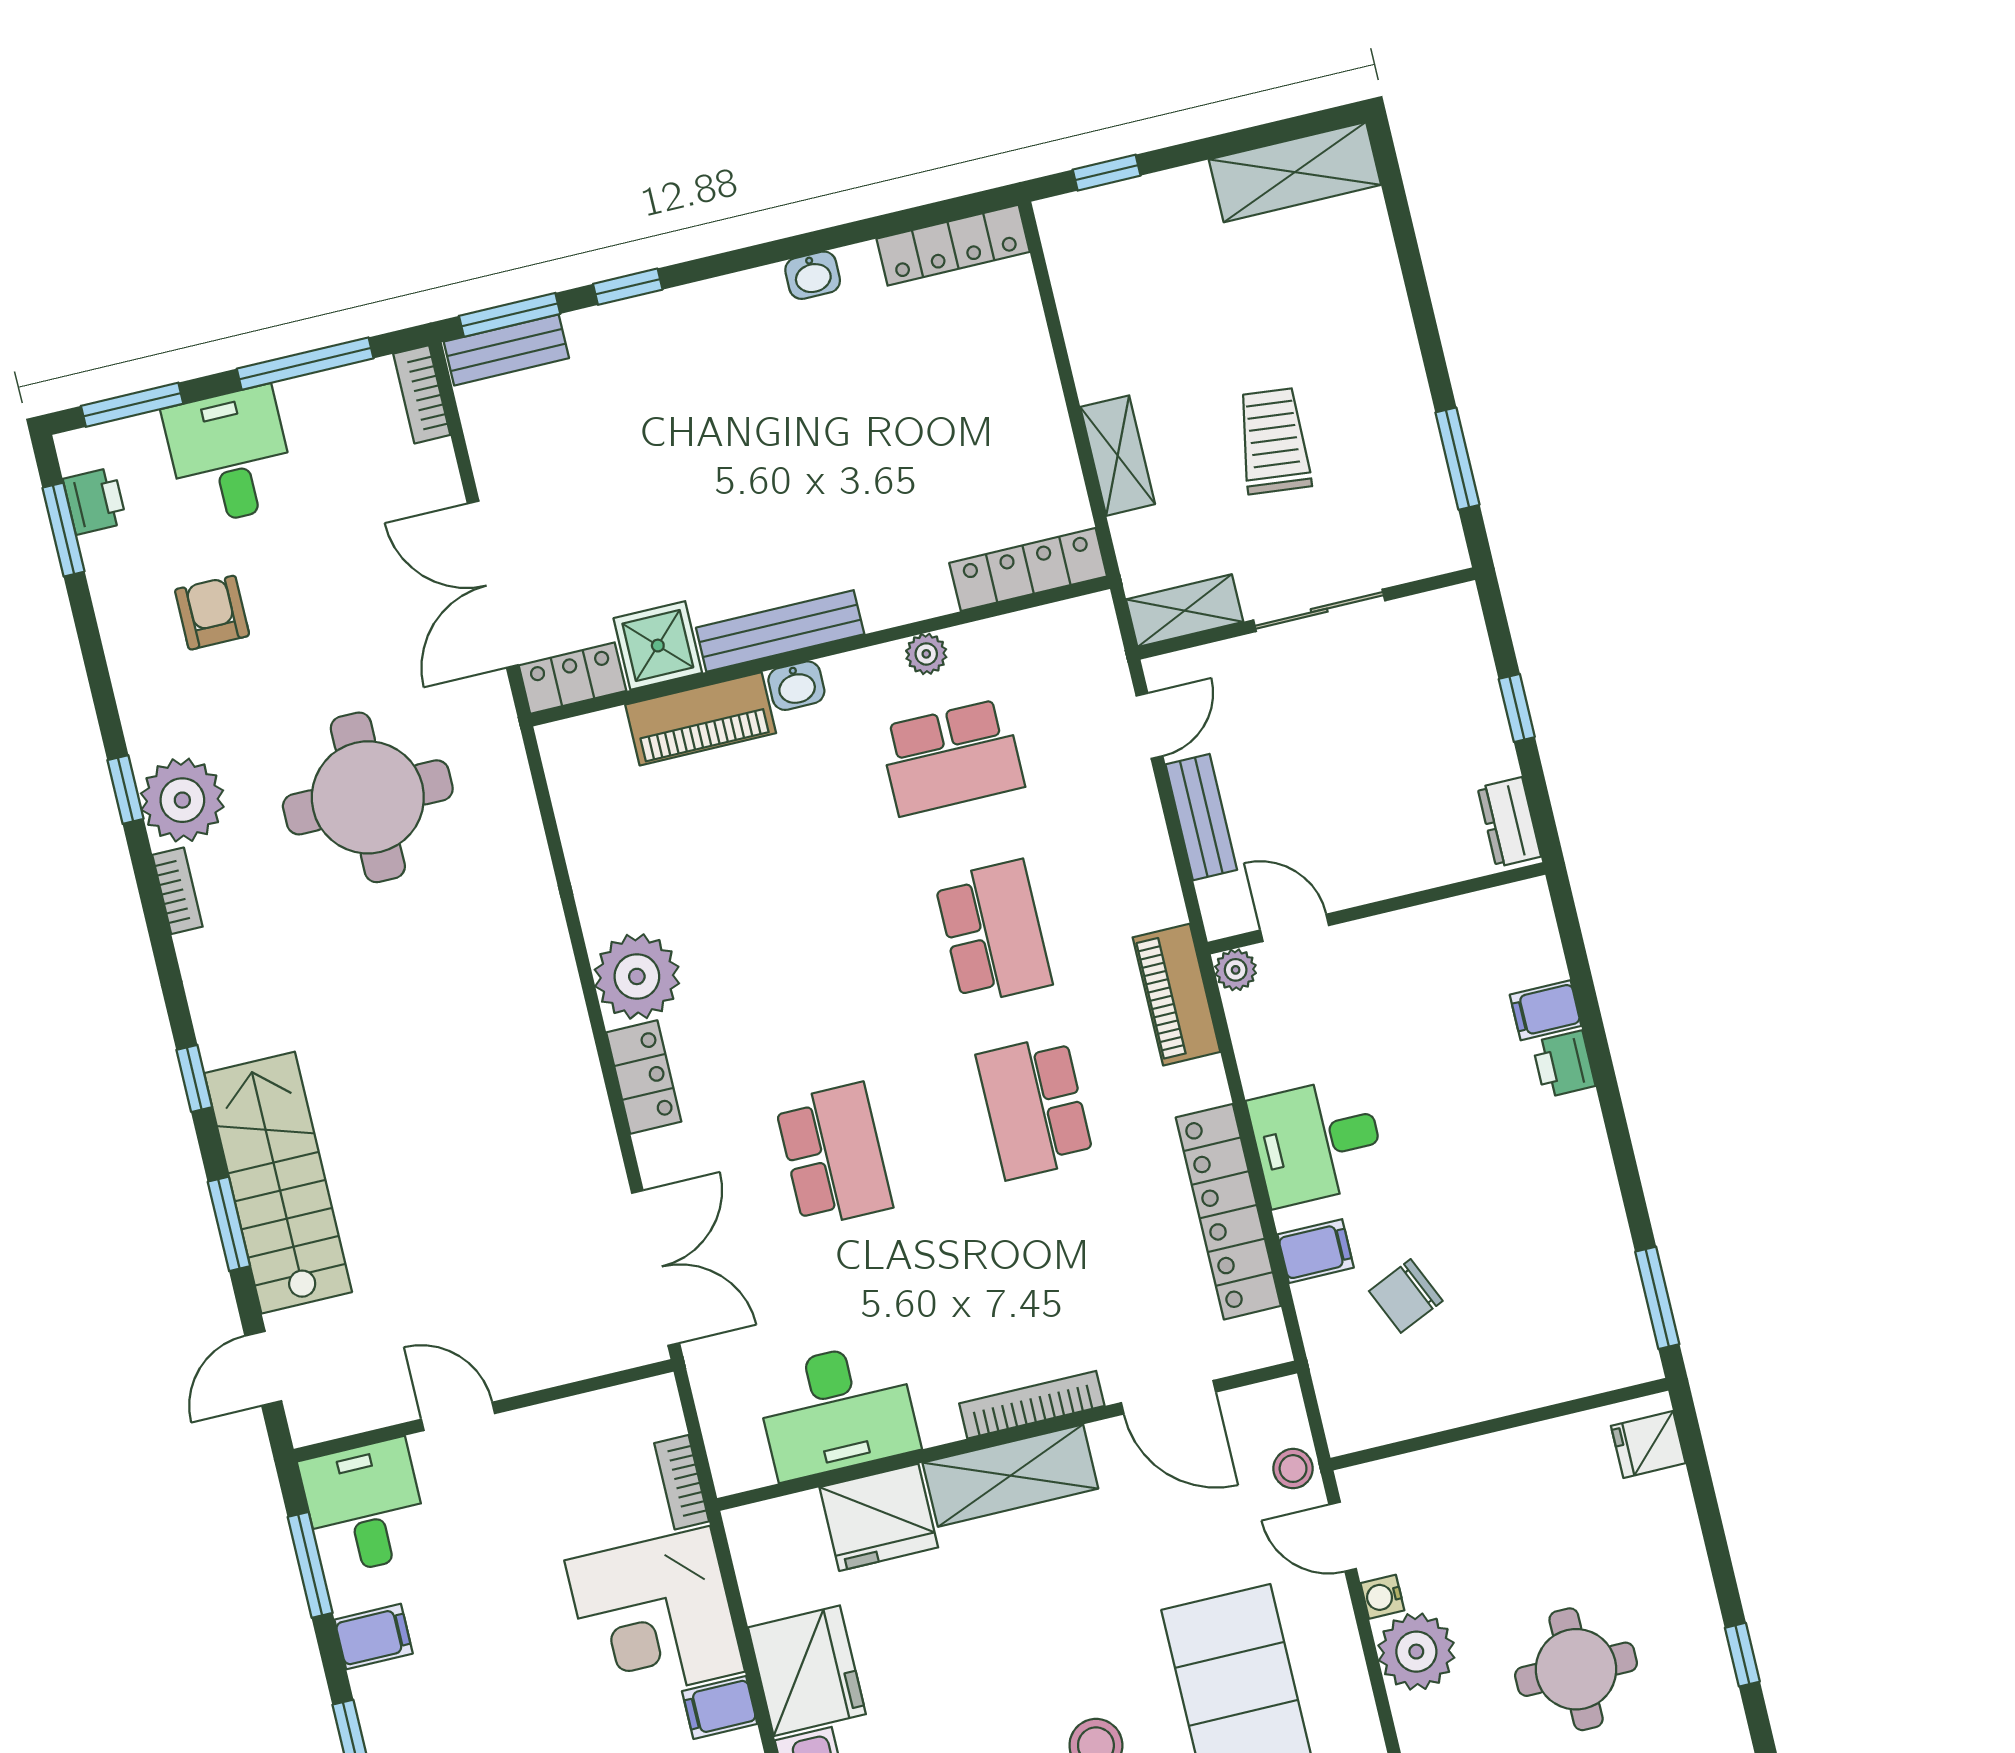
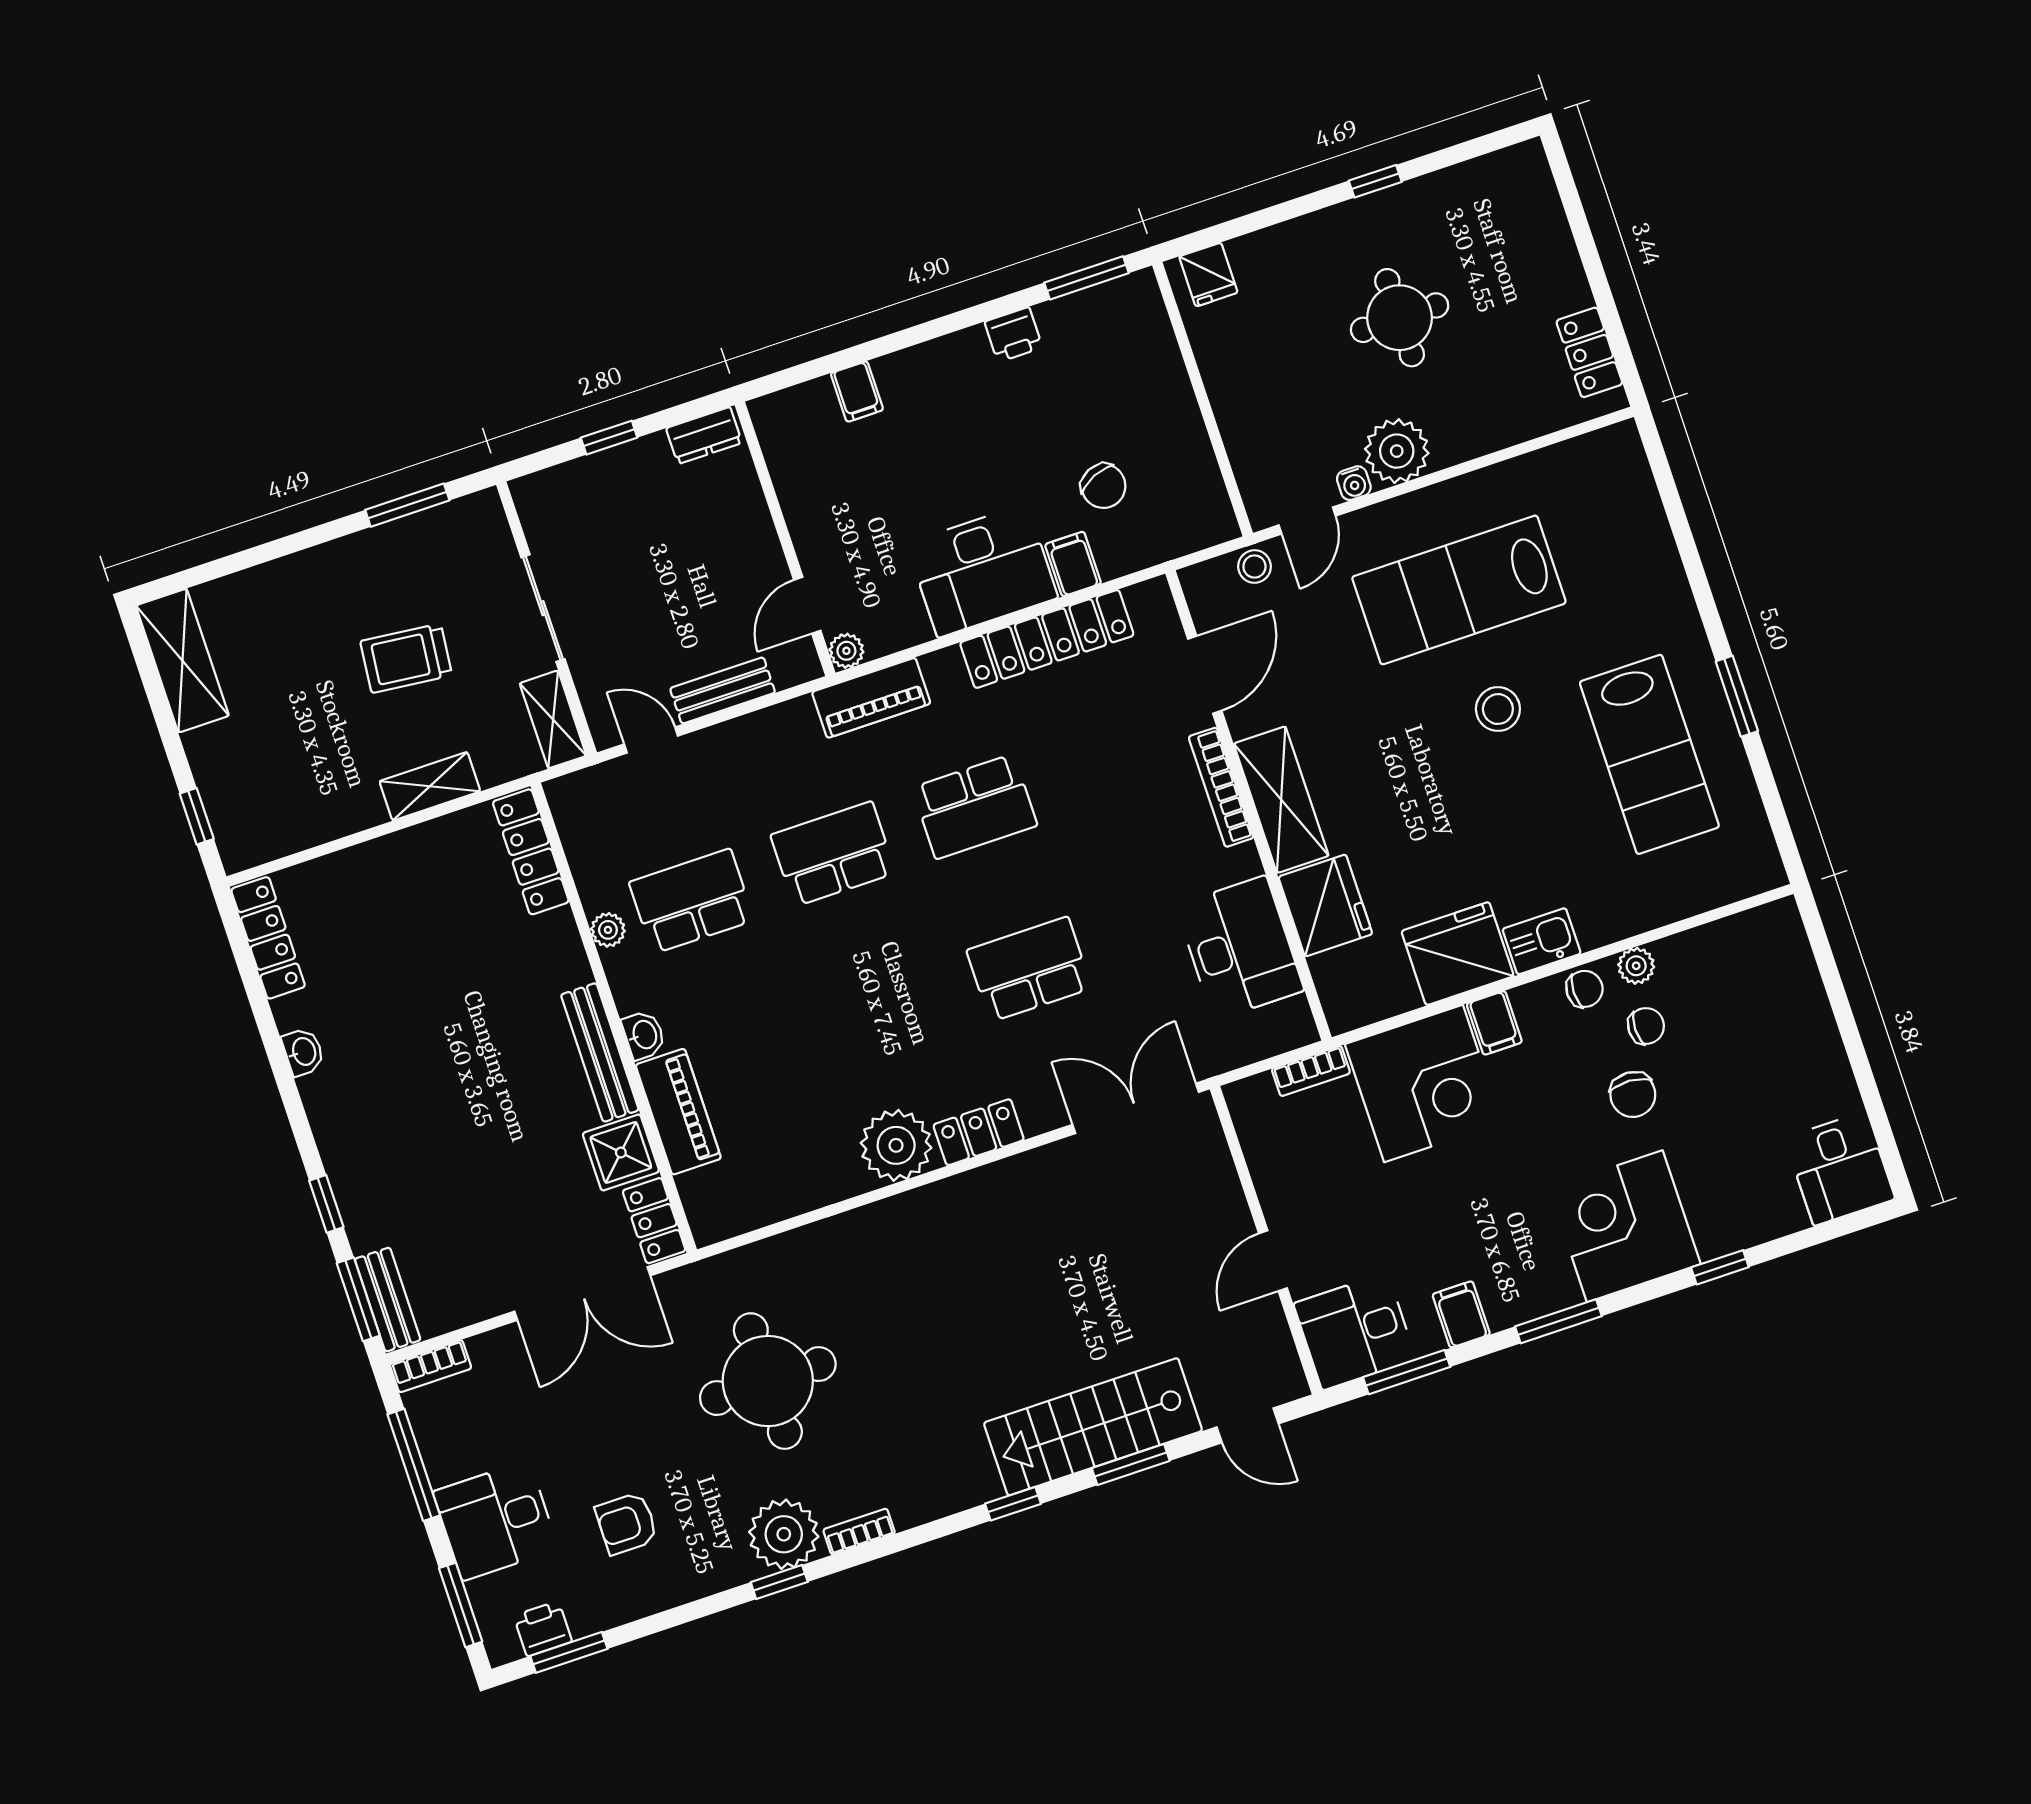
school desk: (952, 757) -> (692, 901), turned -90
printer: (1564, 1064) -> (1013, 335), moved
desk: (1317, 1141) -> (982, 571), width x1.37

